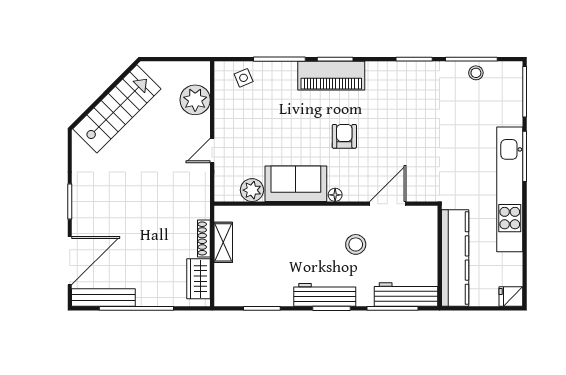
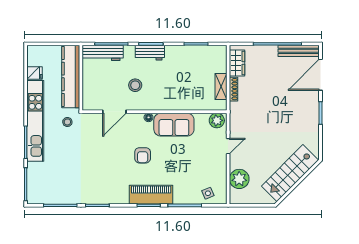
stool: (476, 73) -> (67, 122), moved
plant: (252, 190) -> (217, 120), moved
workbench: (325, 295) -> (150, 53), width x0.73
fridge: (511, 297) -> (35, 73), moved

